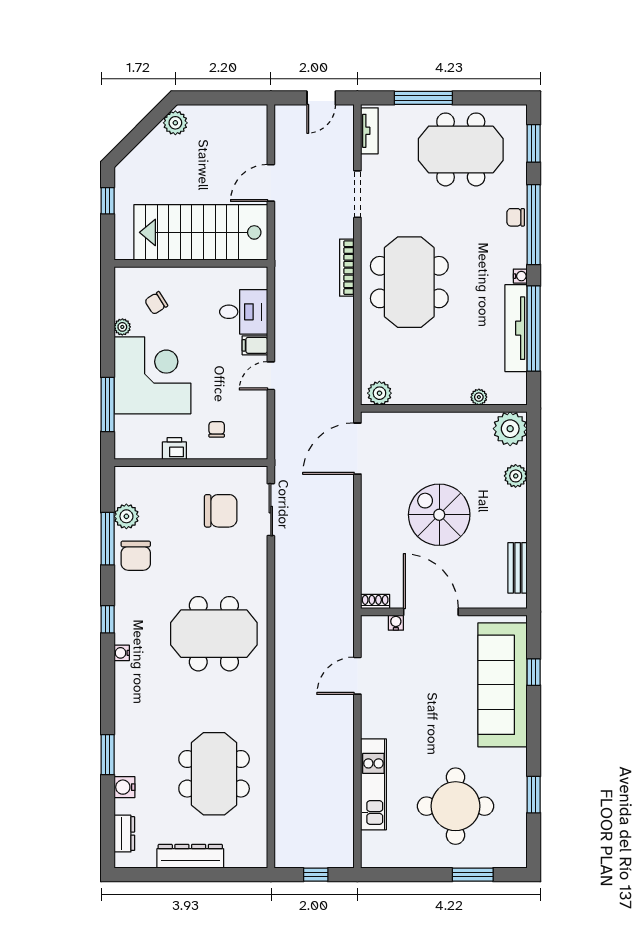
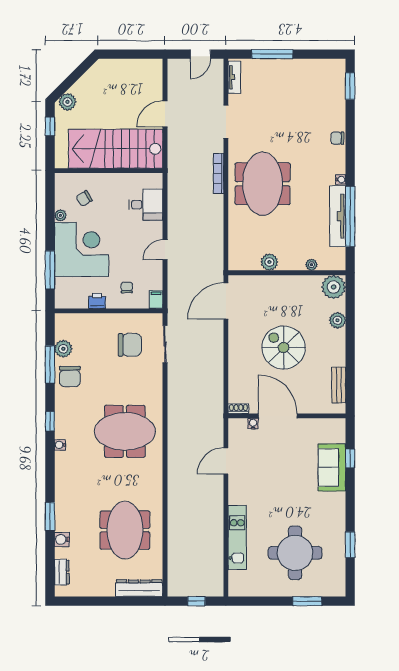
plant: (175, 123) -> (67, 102), moved
meeting table: (461, 149) -> (299, 90), removed
window: (534, 225) -> (350, 143), removed
filing cabinet: (255, 345) -> (156, 300), moved, turned 90
plant: (379, 393) -> (269, 262), moved
sofa: (503, 685) -> (332, 467), width x0.54, depth x0.79
dresser: (190, 856) -> (139, 588), moved

